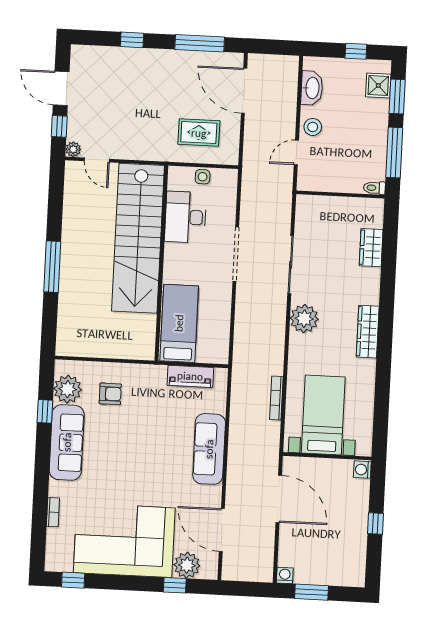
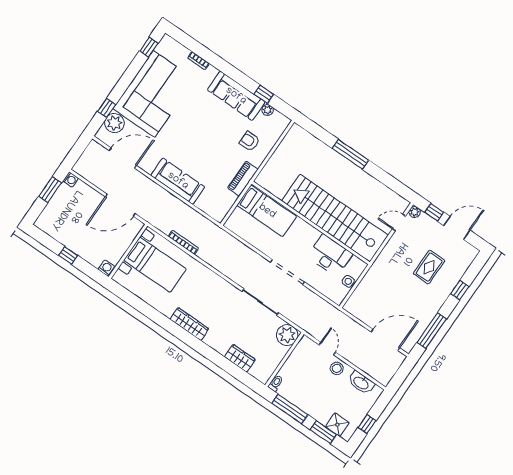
rug: (199, 133) -> (429, 267), moved
plant: (304, 319) -> (287, 335), moved
piano: (190, 376) -> (243, 179), moved
plant: (68, 389) -> (268, 110), width x0.53, depth x0.53
armchair: (110, 394) -> (250, 141), turned 90

